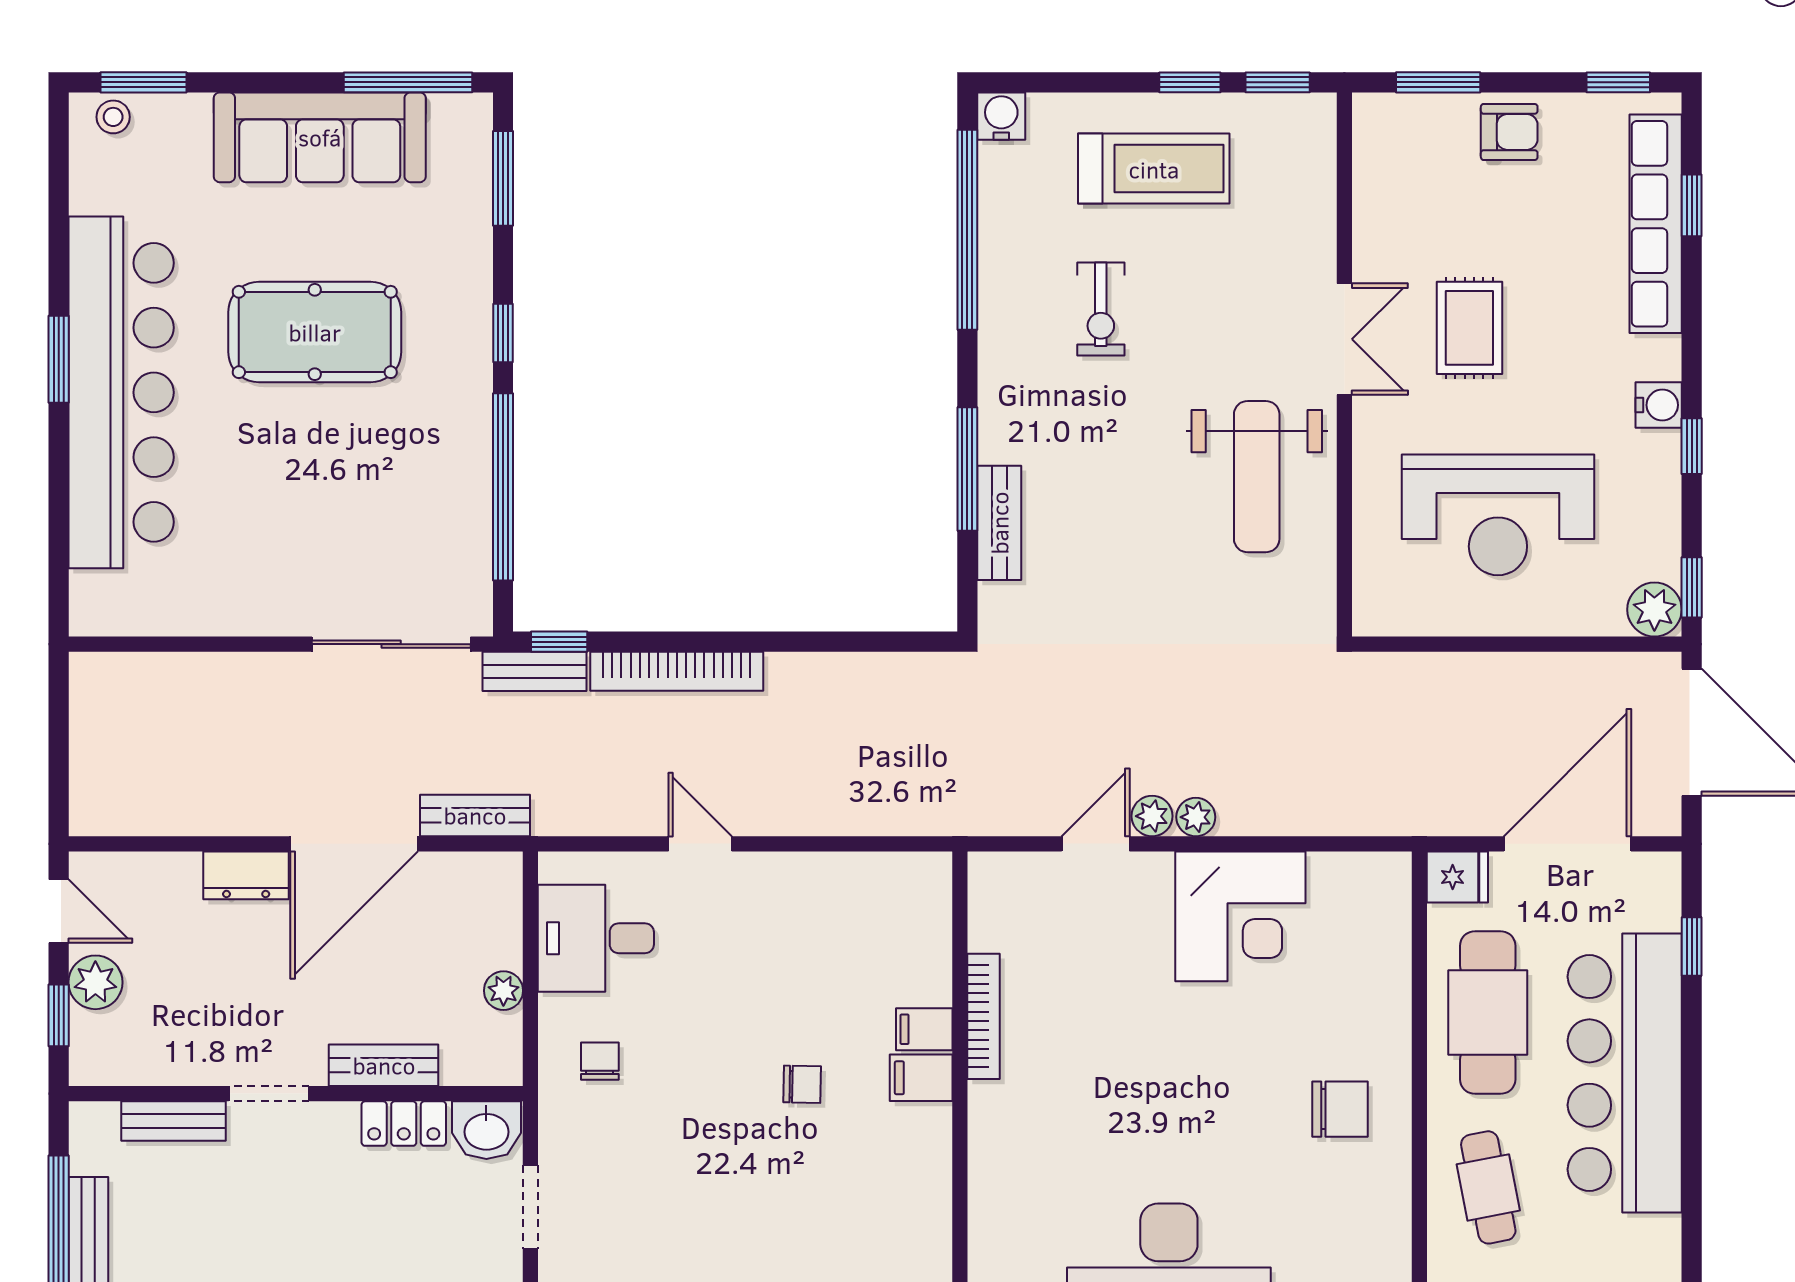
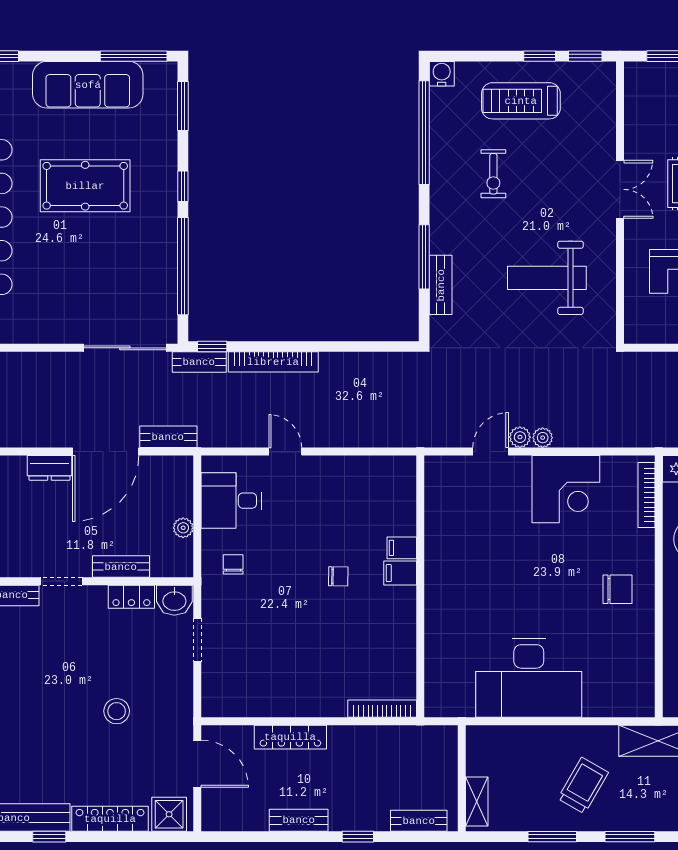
treadmill: (1154, 169) -> (521, 101), turned 180
weight bench: (1257, 477) -> (547, 278), moved, turned 90
bookcase: (984, 1016) -> (647, 495), moved, turned 180

